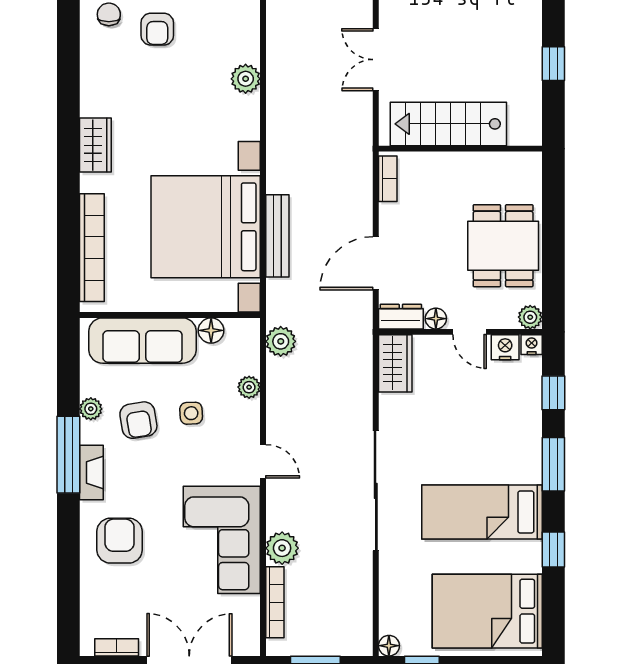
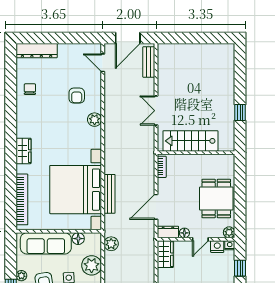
armchair: (157, 29) -> (77, 96), moved
door: (470, 332) -> (200, 239), hinge flipped
plant: (249, 387) -> (92, 265), width x1.88, depth x1.88

